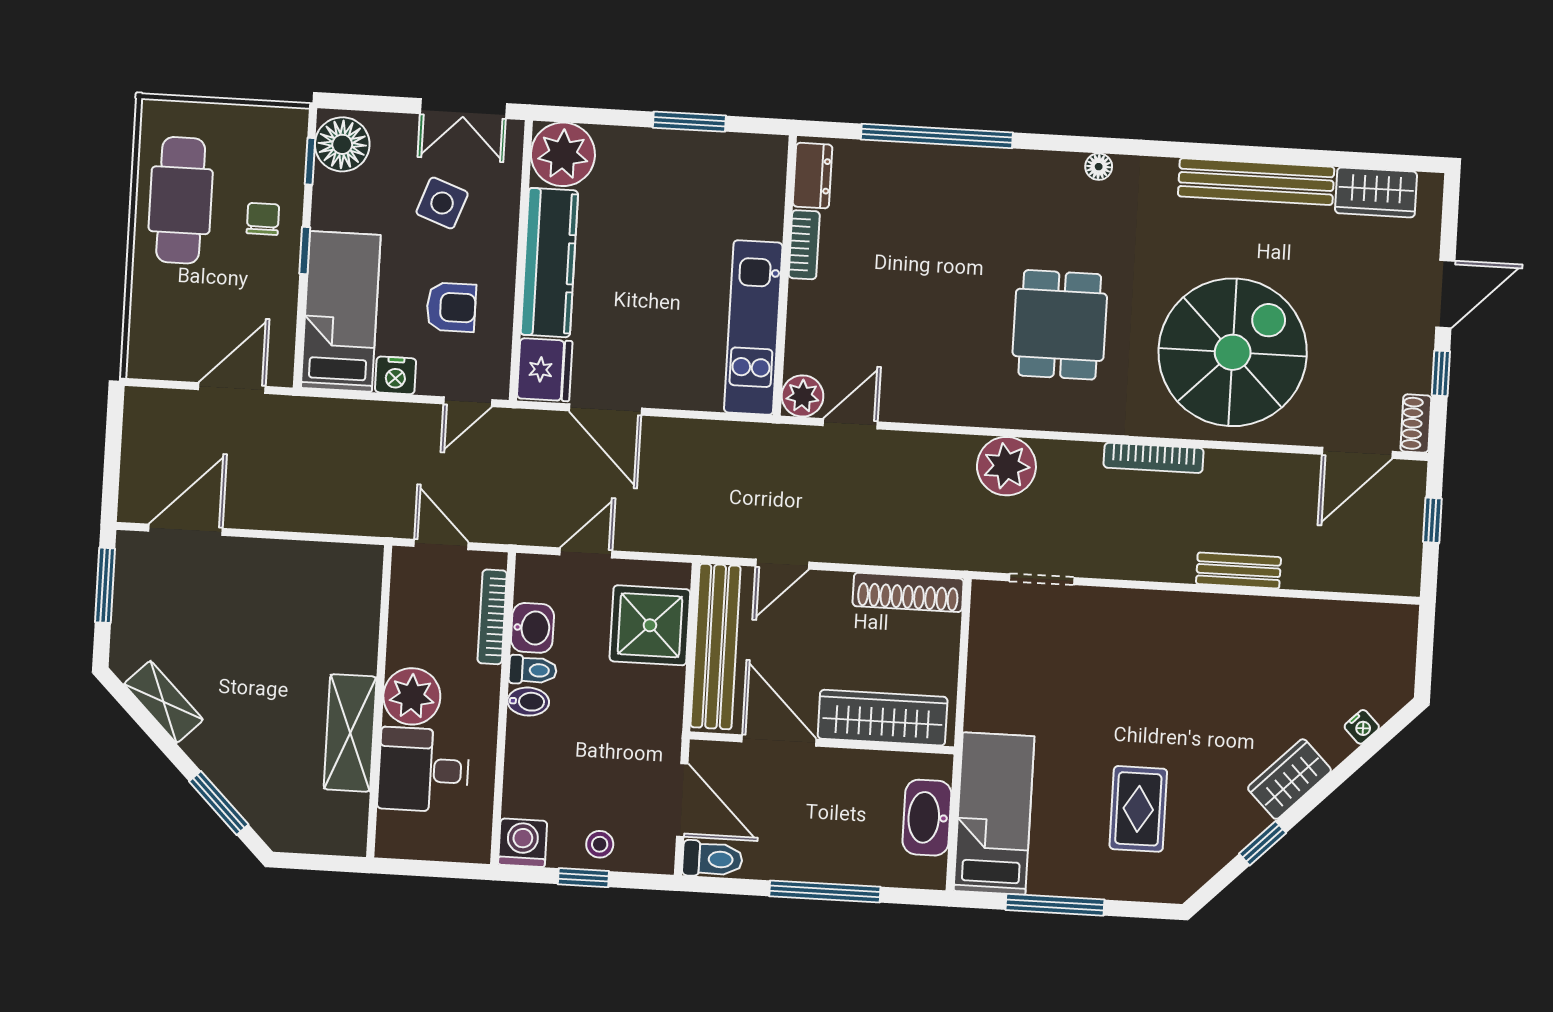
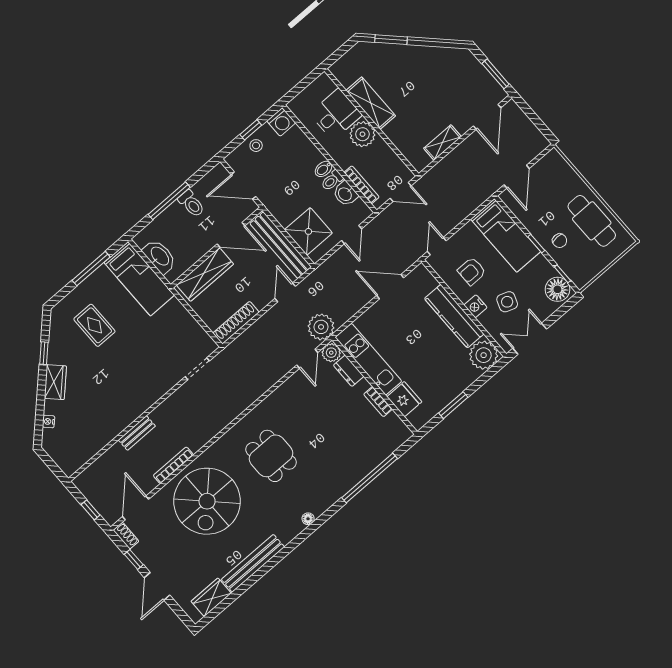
dresser: (813, 176) -> (349, 371), moved
fridge: (545, 370) -> (404, 399), moved, turned 180
nightstand: (396, 375) -> (475, 306), moved, turned -90
bookcase: (1154, 458) -> (173, 465), moved
plant: (1006, 466) -> (321, 327), moved
shelving: (164, 702) -> (442, 143), moved, turned -45
toilet: (712, 859) -> (191, 204), moved, turned -90

